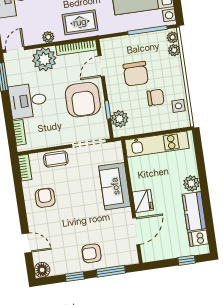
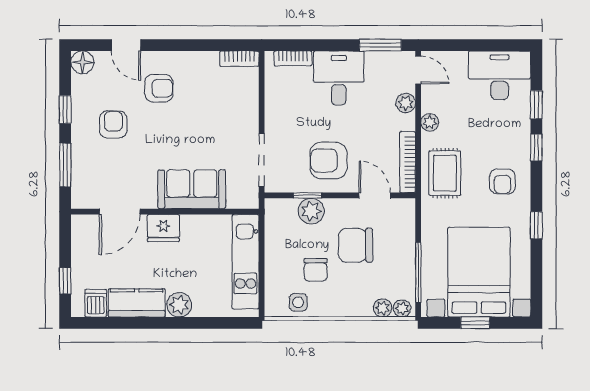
plant: (44, 59) -> (406, 103), width x0.53, depth x0.53
armchair: (83, 100) -> (328, 160), width x0.73, depth x0.73
plant: (120, 119) -> (311, 211), moved
coffee table: (56, 159) -> (245, 107), removed
armchair: (45, 198) -> (159, 88), moved
door: (136, 231) -> (120, 212), hinge flipped
door: (27, 243) -> (126, 45), hinge flipped
armchair: (92, 253) -> (113, 124), moved

